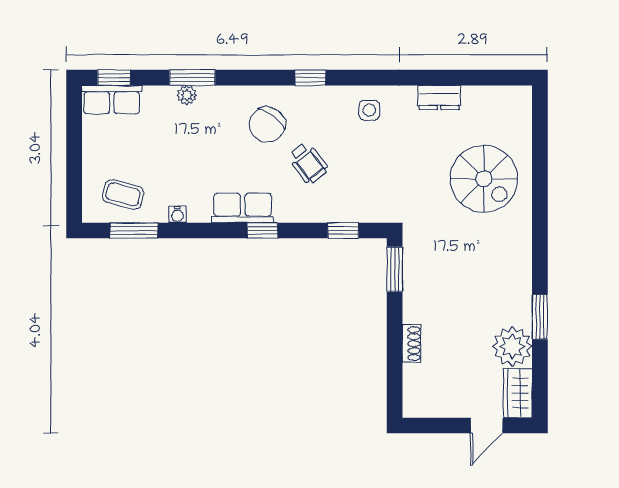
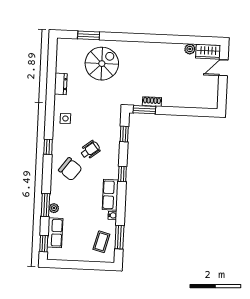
row of seats: (112, 100) -> (55, 233), moved
row of seats: (243, 208) -> (110, 195), moved
window: (540, 317) -> (89, 35), moved
shoe rack: (412, 344) -> (152, 102), moved
plant: (512, 346) -> (190, 49), width x0.53, depth x0.53
door: (487, 425) -> (223, 68), swing flipped

